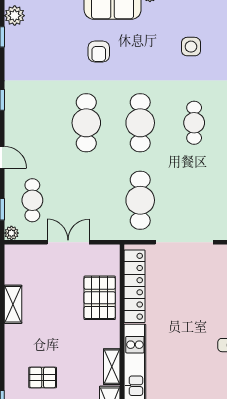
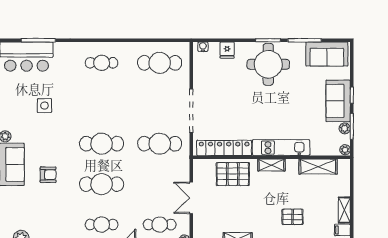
cafe table: (194, 123) -> (102, 225), moved
shelving: (112, 367) -> (271, 165), moved
pallet: (43, 377) -> (293, 217), turned 90

